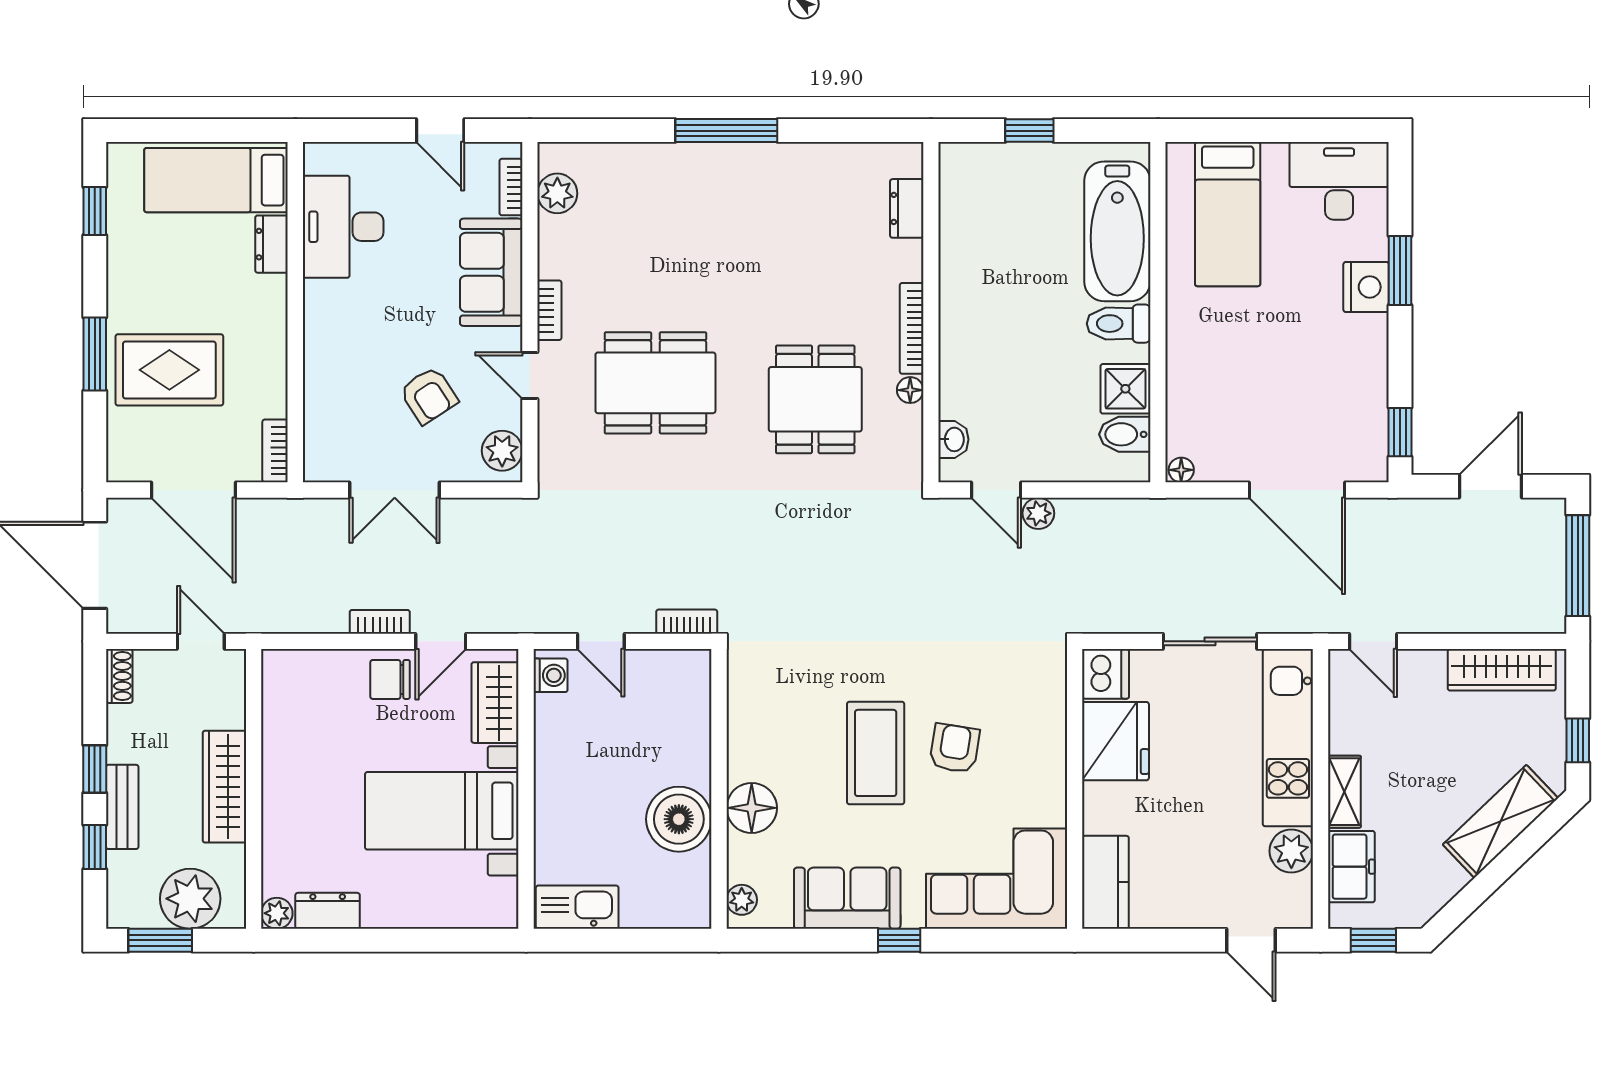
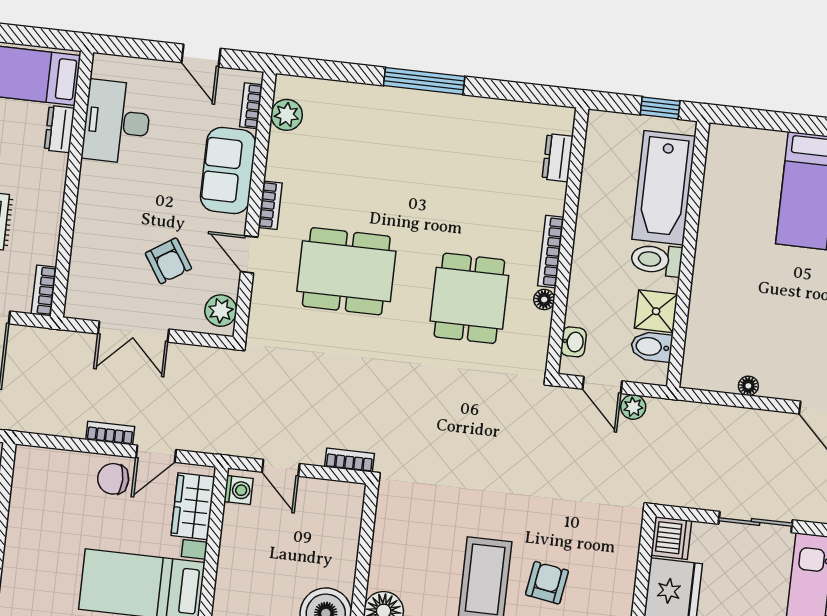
bathtub: (1117, 231) -> (664, 188), moved
wall: (1158, 312) -> (688, 254), moved
toilet: (1119, 324) -> (657, 260), moved
shower: (1125, 389) -> (656, 311), moved
bidet: (1125, 434) -> (651, 347), moved

